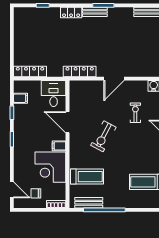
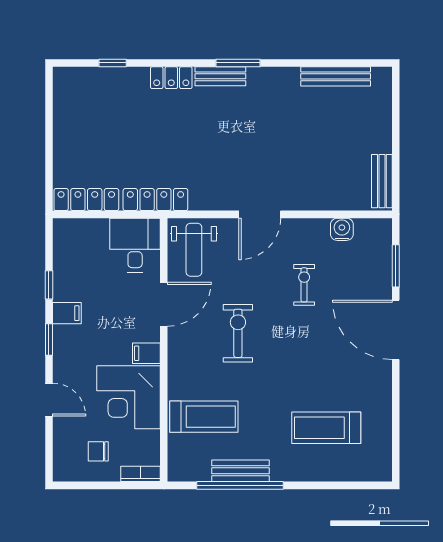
locker: (80, 72) -> (155, 200), moved
weight bench: (82, 96) -> (194, 250), added
filing cabinet: (21, 98) -> (67, 313), moved
door: (67, 122) -> (164, 304), swing flipped
exercise bike: (103, 136) -> (238, 333), turned 152
door: (12, 190) -> (49, 400), moved
bench: (89, 203) -> (241, 471), moved

